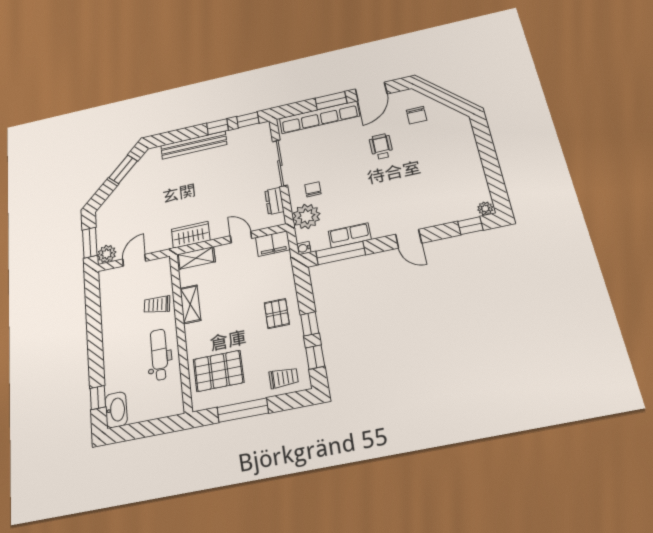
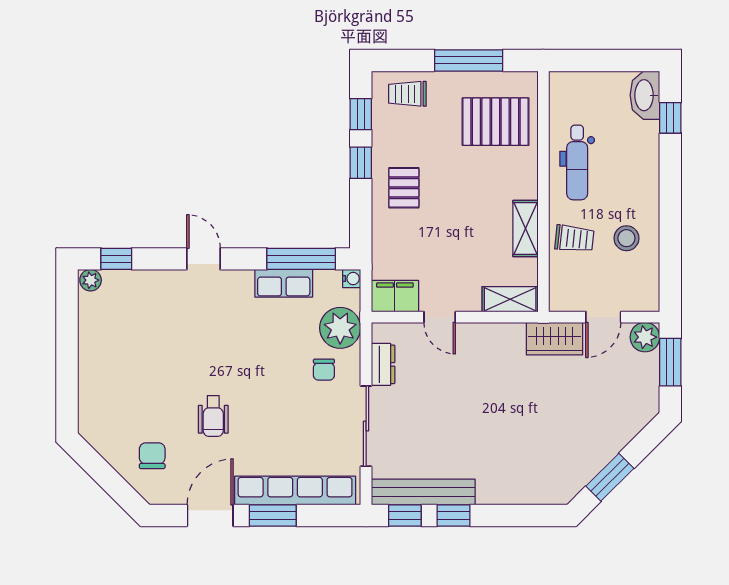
bench: (194, 145) -> (423, 492), moved
wardrobe: (191, 235) -> (554, 339), moved
stool: (123, 312) -> (626, 238), added

